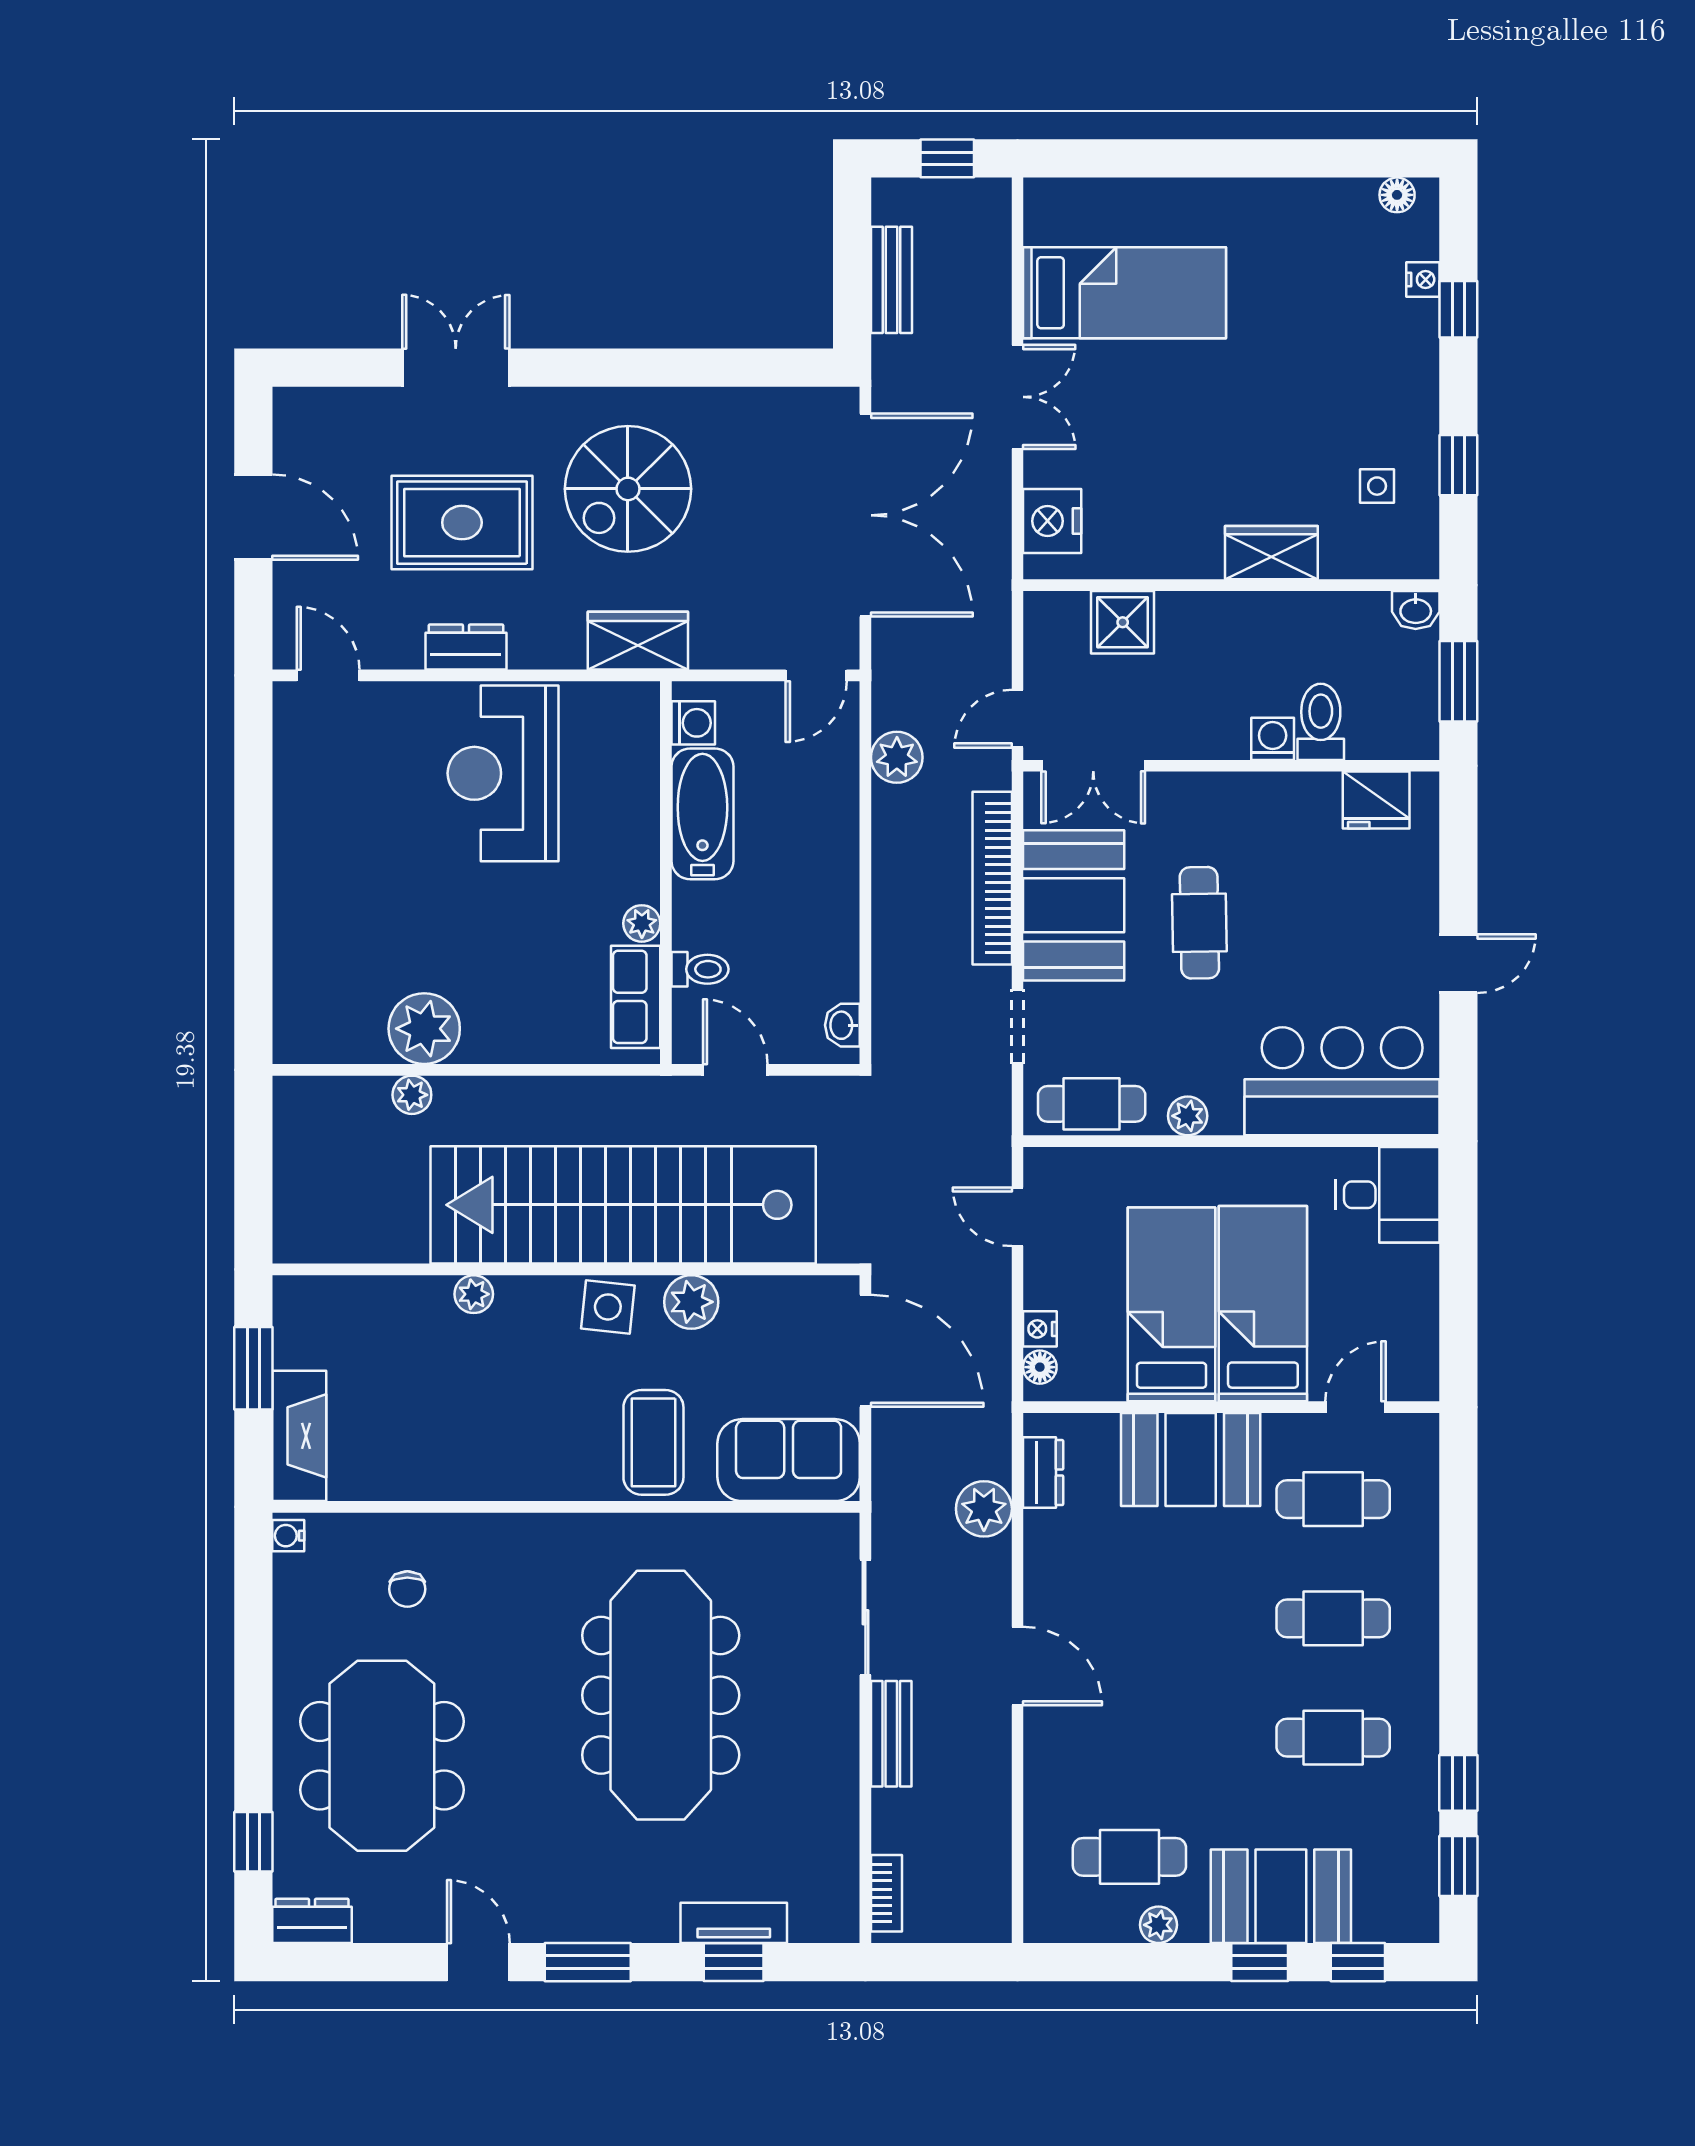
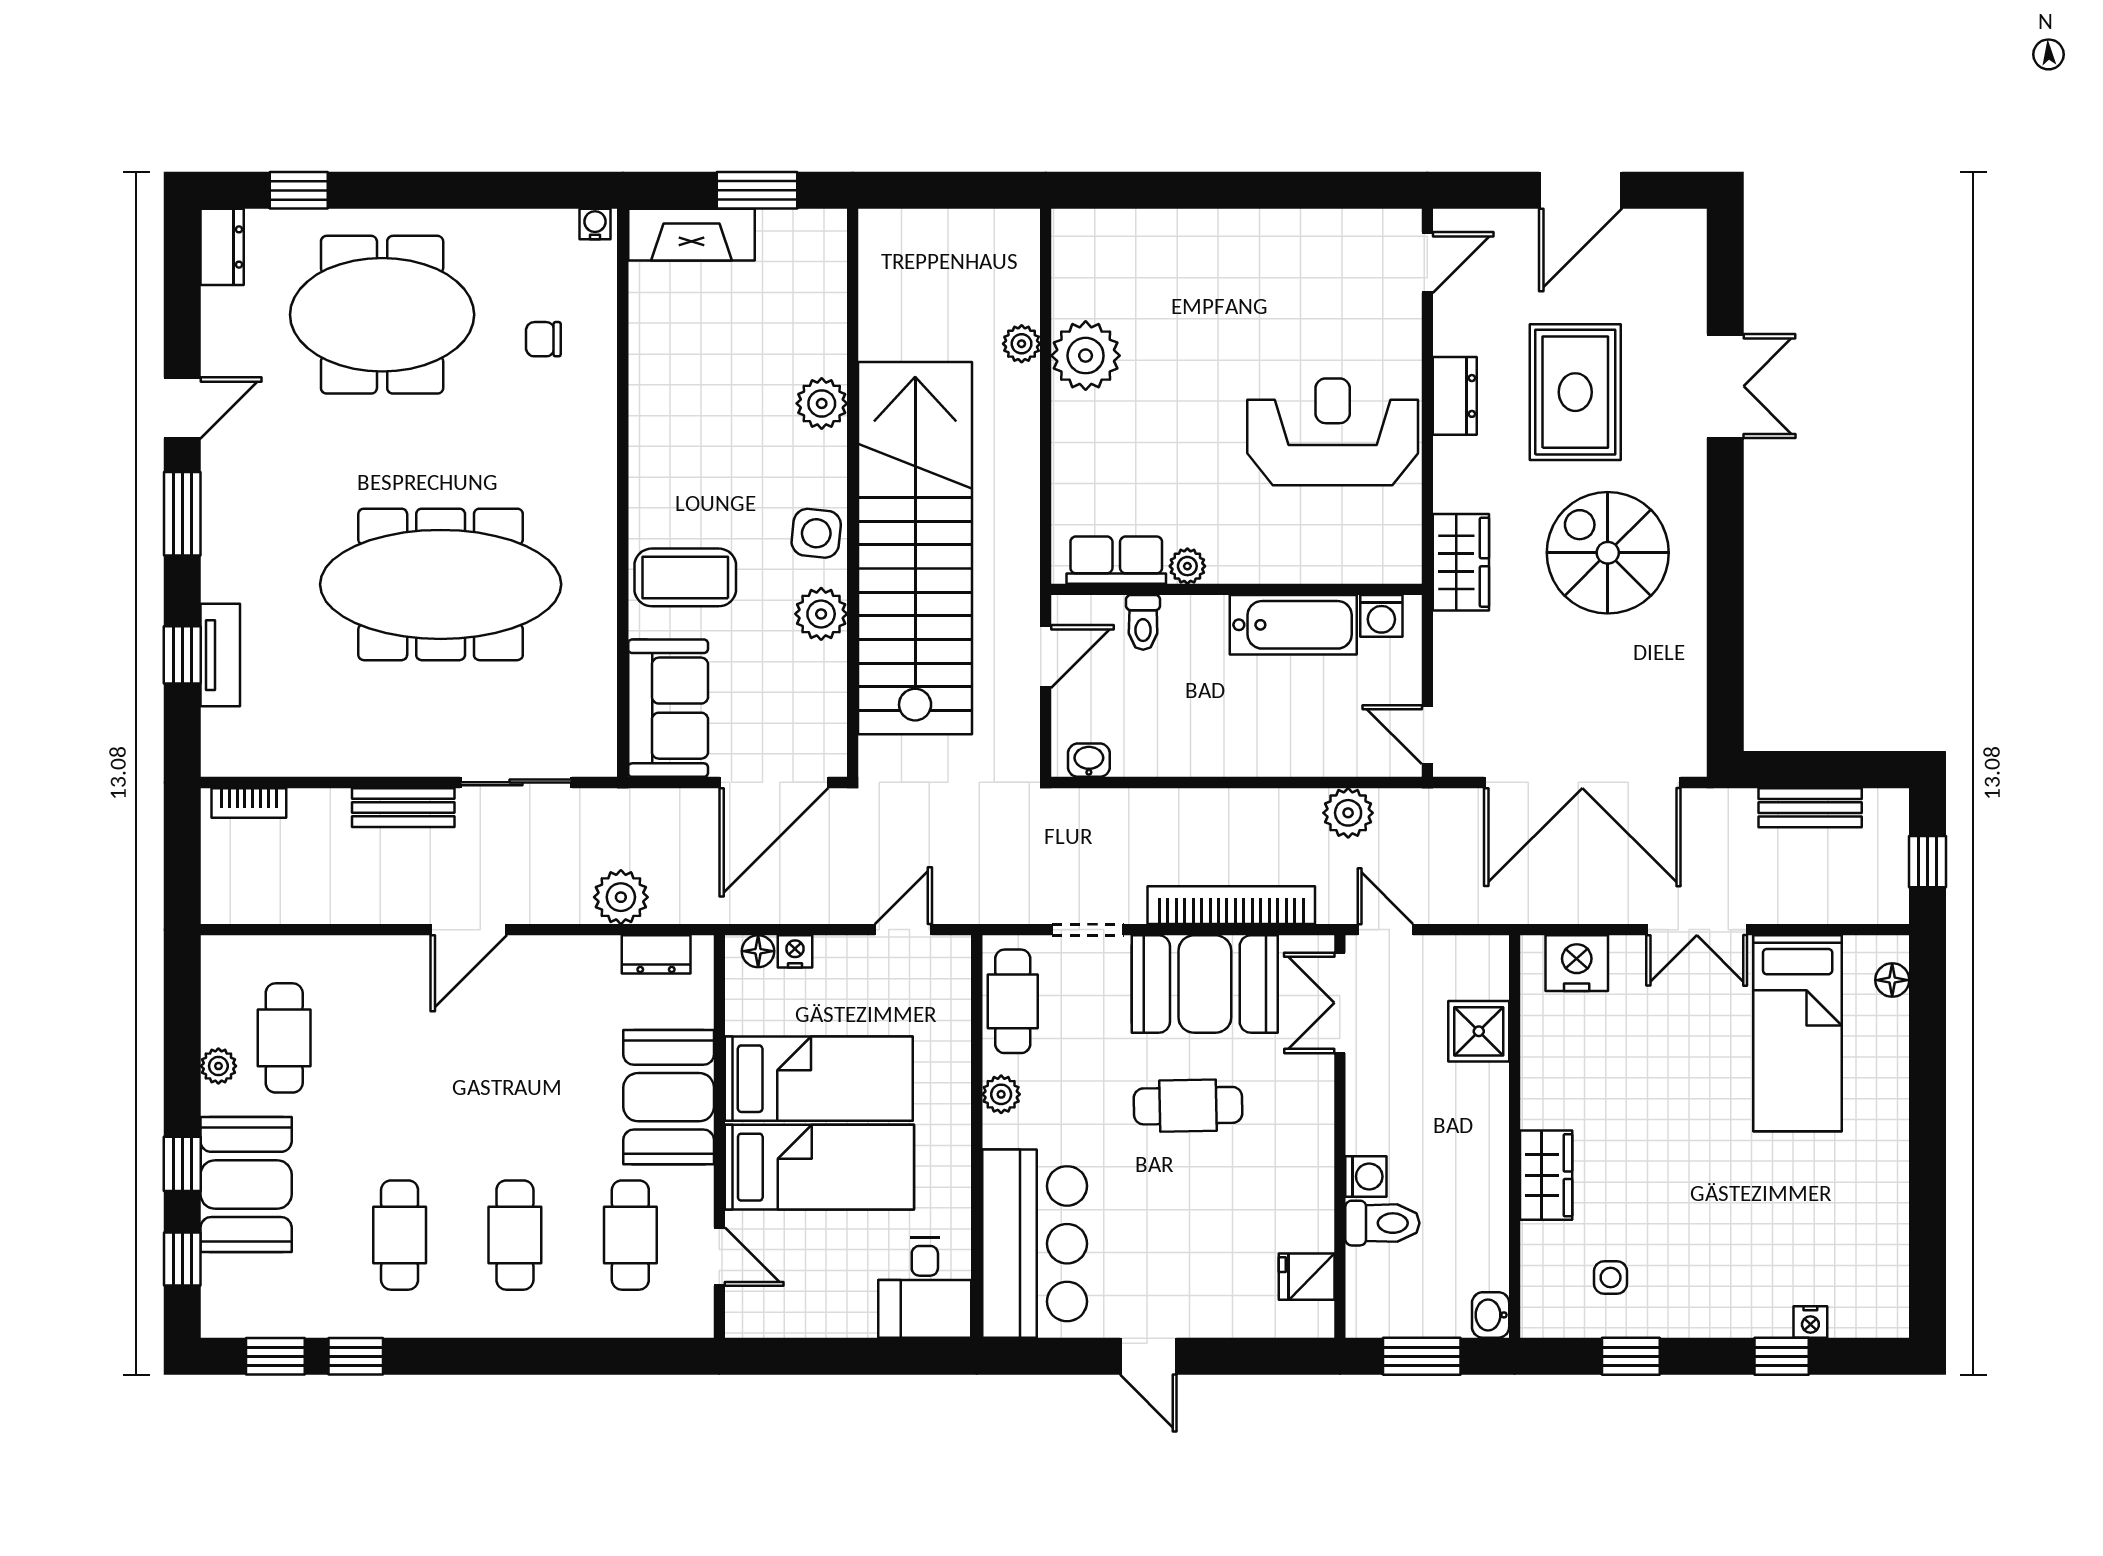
floor lamp: (1397, 195) -> (1892, 980), moved
fridge: (1376, 800) -> (1307, 1277), width x0.72
plant: (474, 1294) -> (822, 403), width x1.38, depth x1.38

